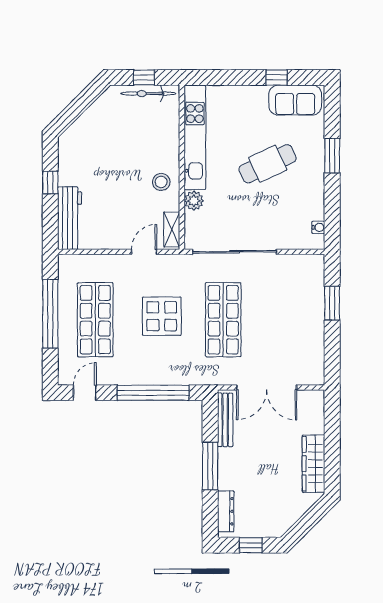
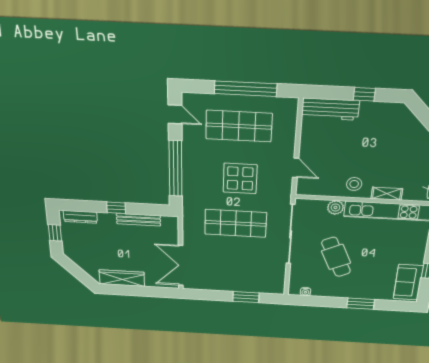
cafe table: (268, 164) -> (336, 257), moved
shelving: (172, 229) -> (387, 194), moved
double door: (267, 388) -> (181, 266), moved
bench: (225, 420) -> (138, 220), moved
window: (210, 466) -> (116, 208), width x0.46

